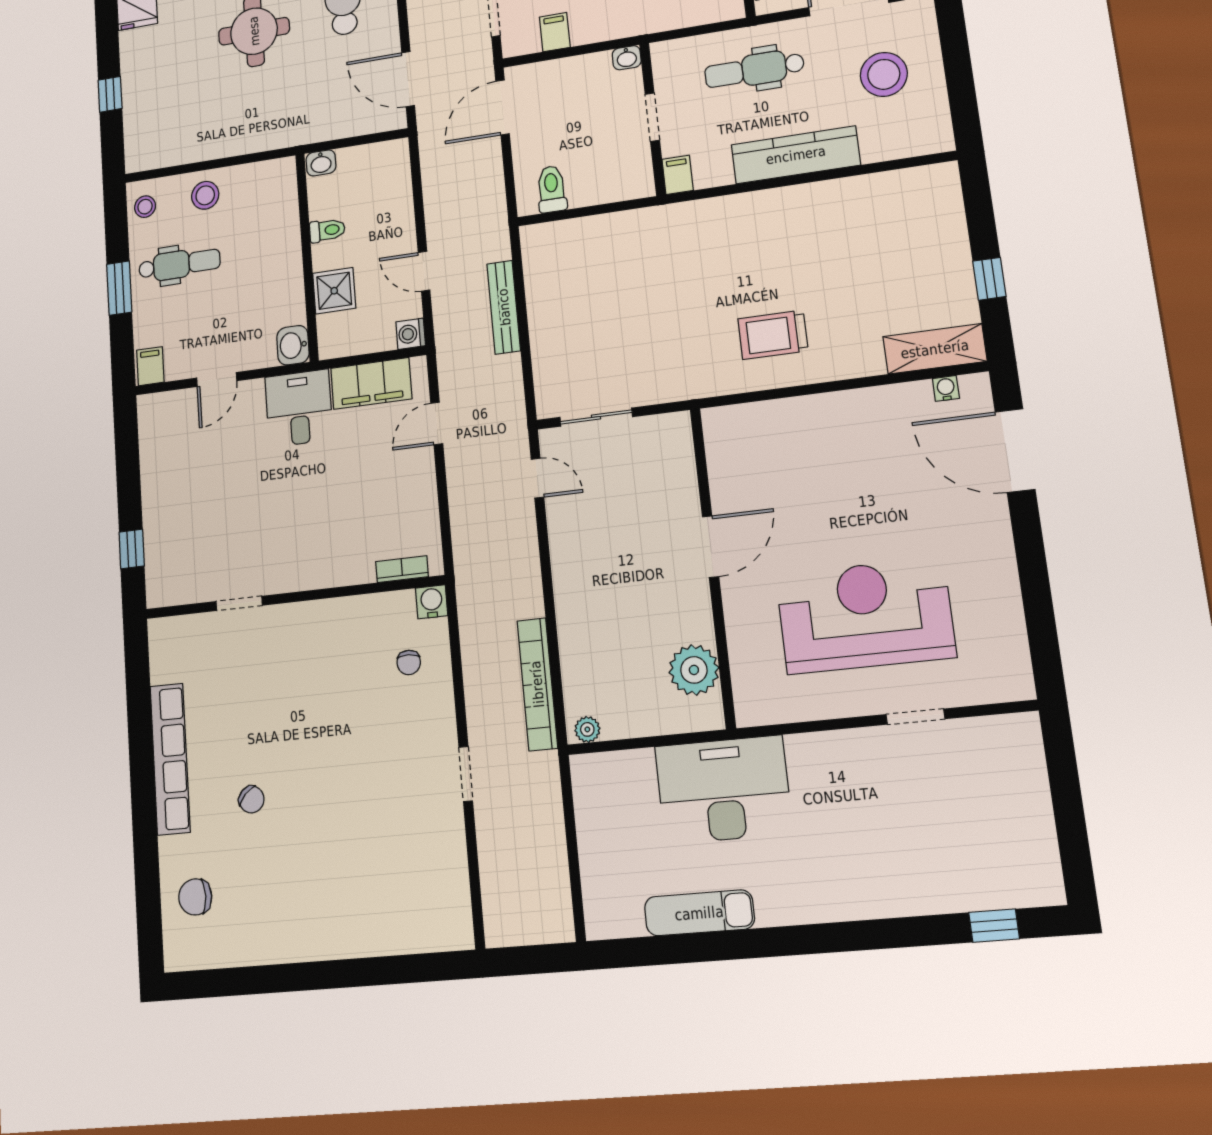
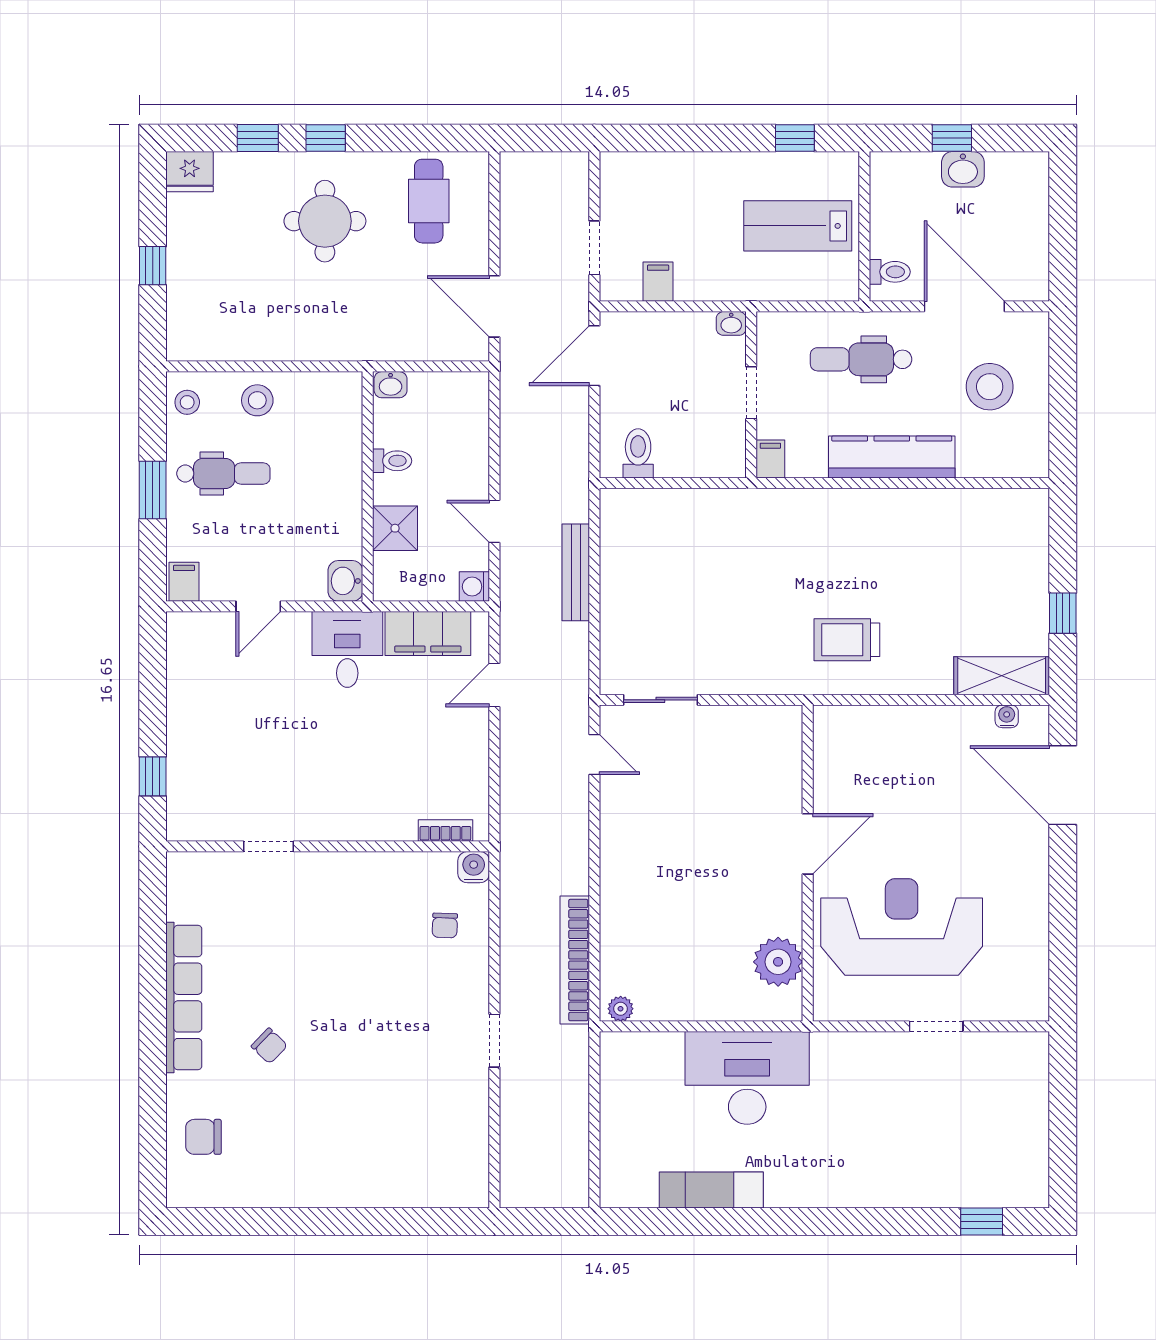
door: (711, 547) -> (808, 844), moved
wall: (713, 566) -> (808, 863), moved
plant: (694, 670) -> (778, 962), moved

